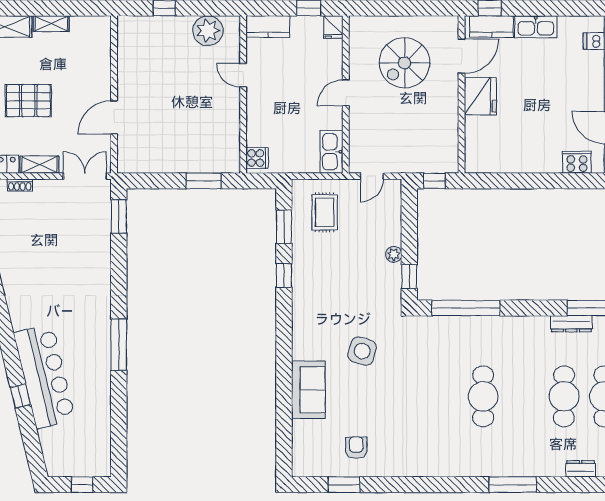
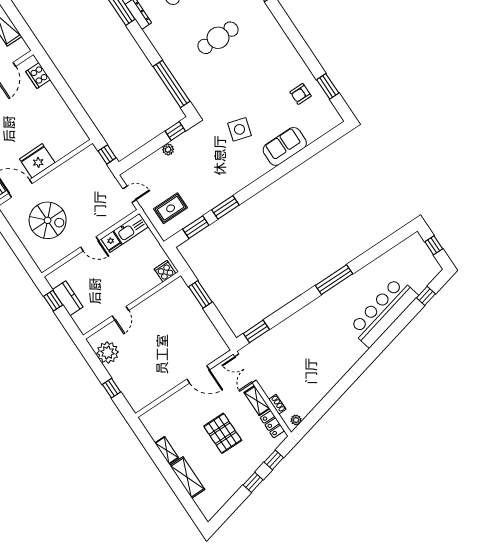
kitchen counter: (268, 27) -> (68, 298), moved
fridge: (333, 27) -> (111, 242), moved, turned 90
window: (284, 276) -> (225, 207), width x1.50
window: (20, 396) -> (426, 296), moved

